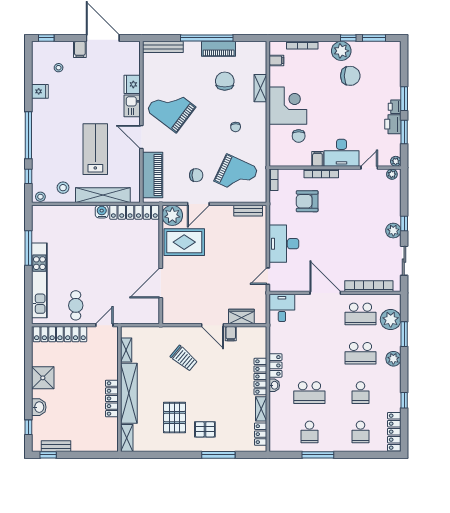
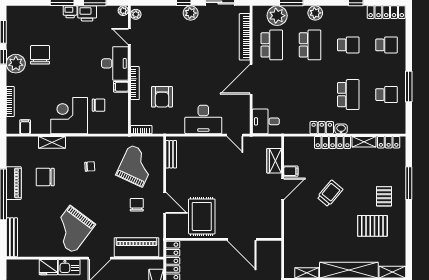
plant: (172, 215) -> (176, 228), removed
trolley: (184, 358) -> (330, 193), moved

